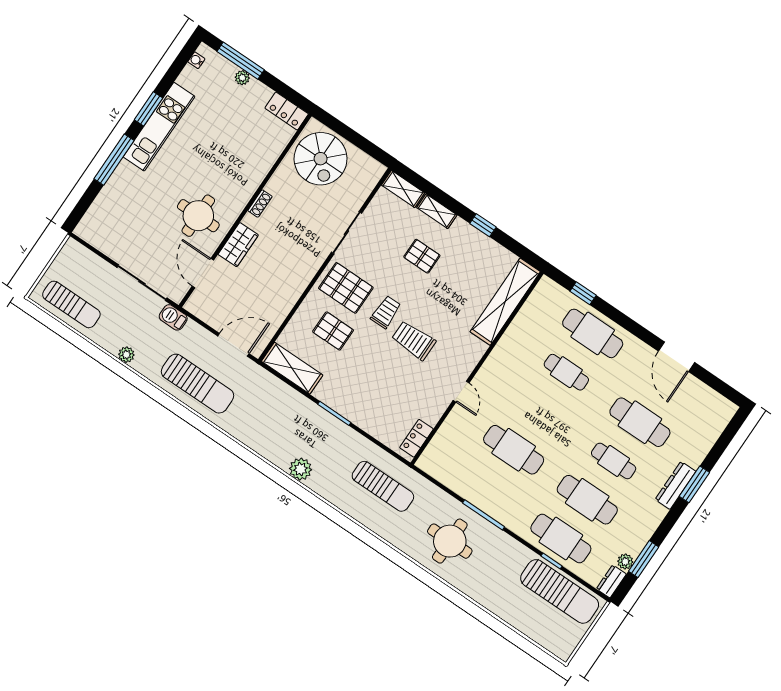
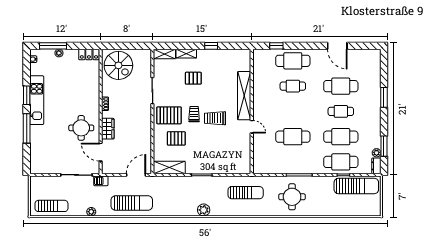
shelving: (505, 302) -> (244, 96), moved
locker: (416, 438) -> (246, 161), removed
dresser: (676, 485) -> (376, 104), removed

